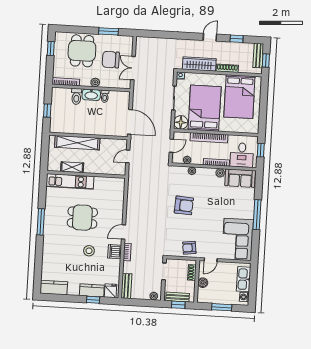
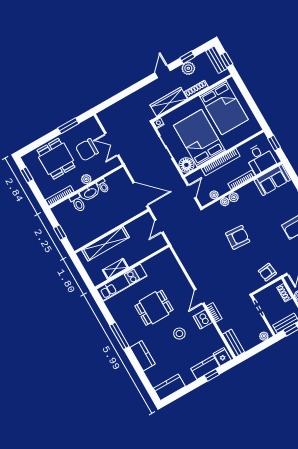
plant: (232, 48) -> (188, 68), added
plant: (220, 173) -> (234, 197), moved
kitchen counter: (49, 249) -> (143, 356), added

